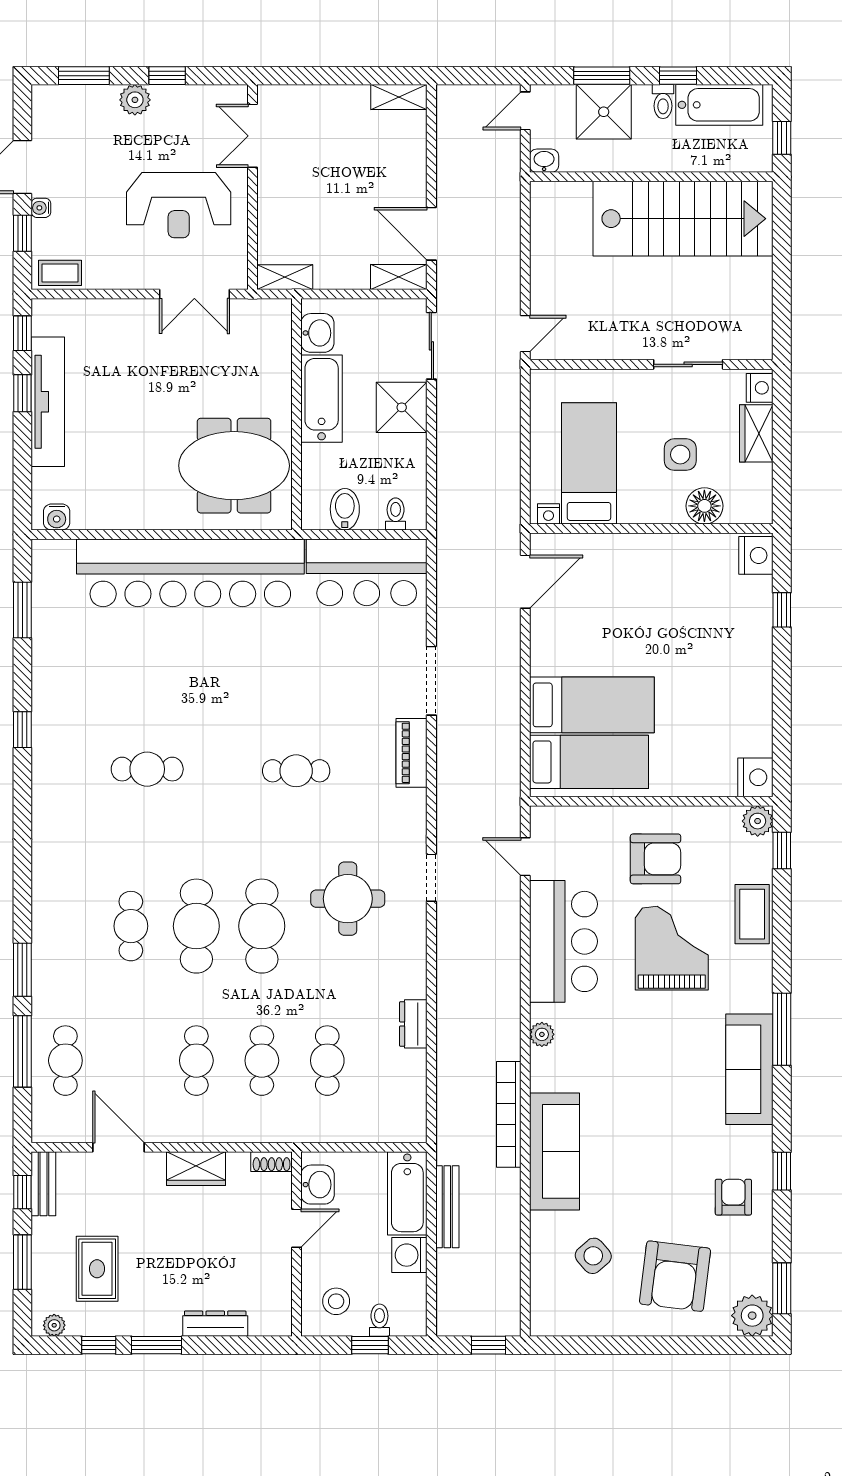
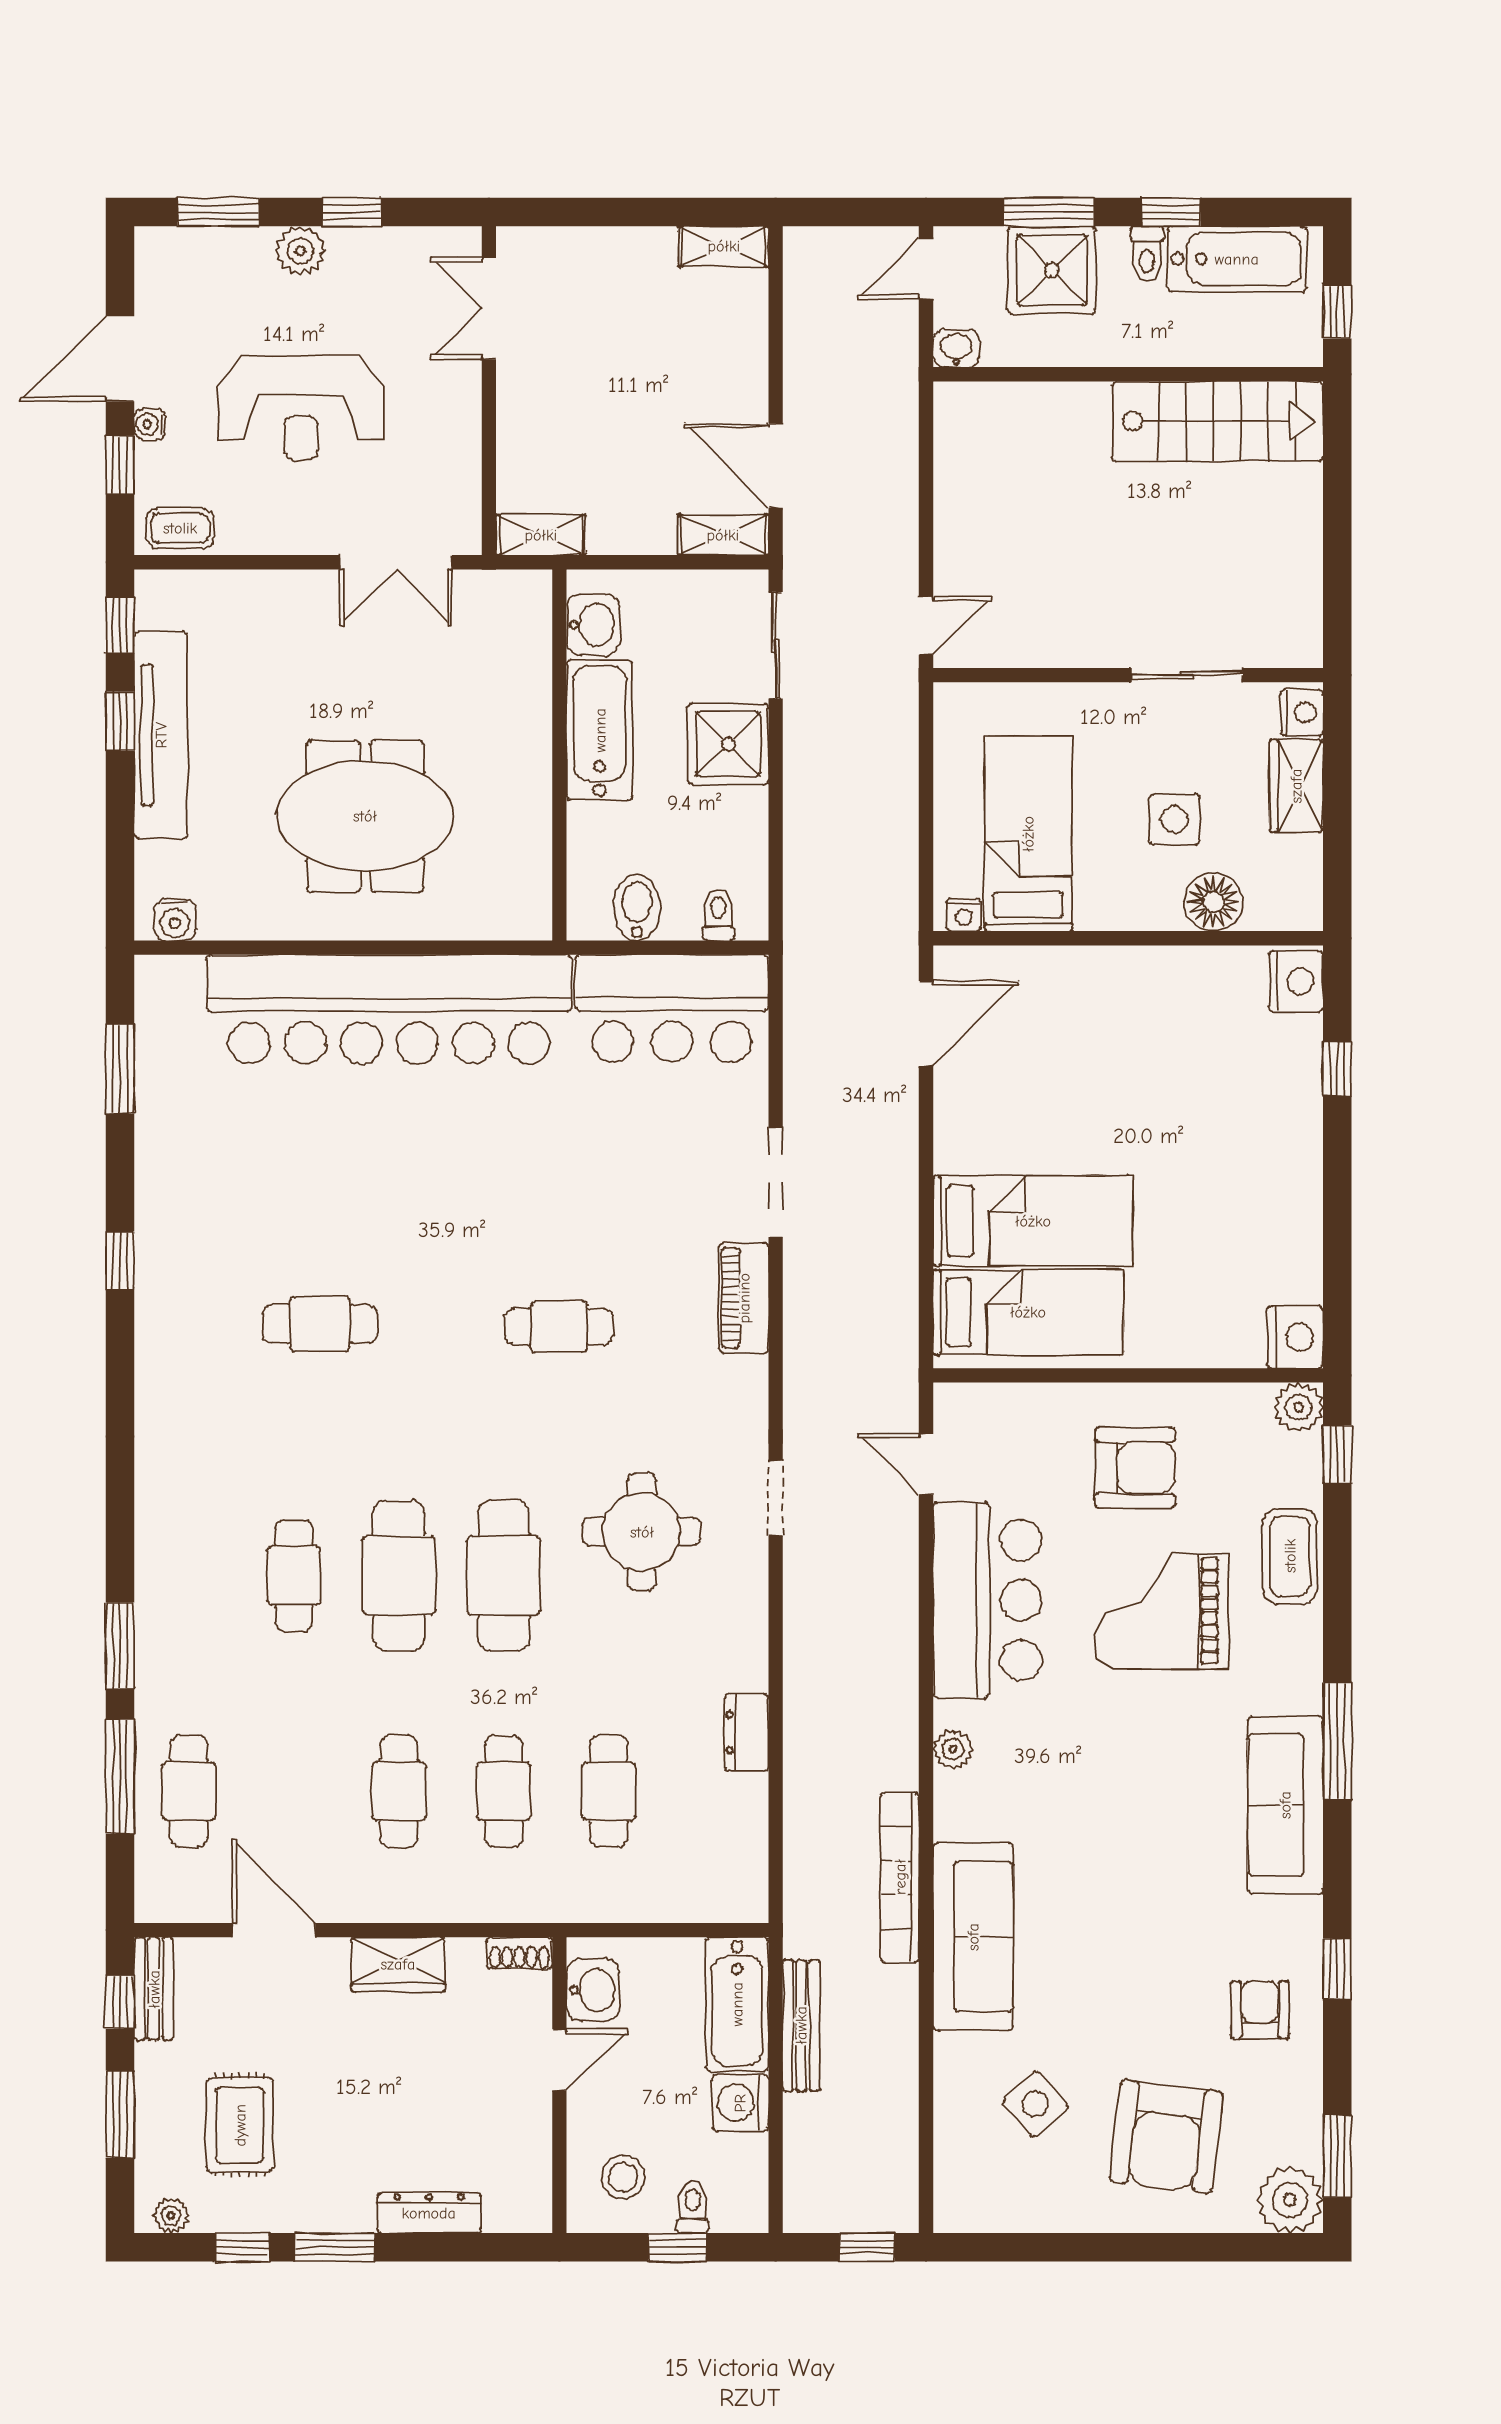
reception desk: (179, 205) -> (301, 408), moved
stairs: (683, 219) -> (1217, 421), width x0.73, depth x0.66
meeting table: (234, 466) -> (365, 816), moved
grand piano: (672, 948) -> (1161, 1611), turned -90

